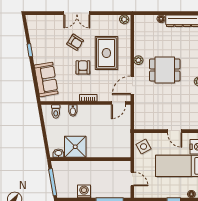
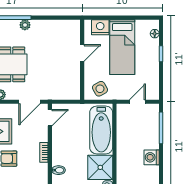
door: (132, 85) -> (30, 102), hinge flipped
door: (118, 103) -> (50, 118), hinge flipped
bathtub: (108, 148) -> (101, 130), added

